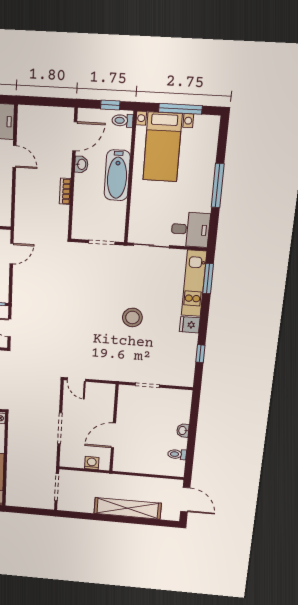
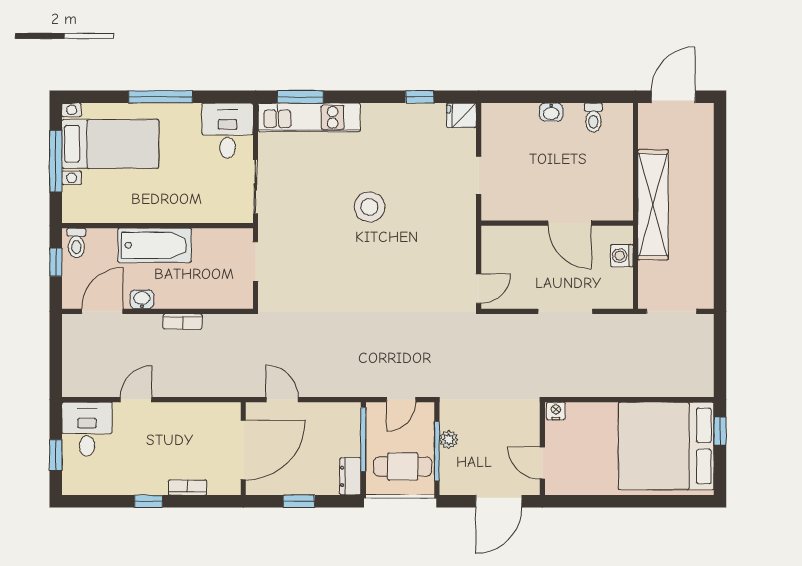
door: (75, 136) -> (102, 311), hinge flipped
bed with nightstands: (162, 147) -> (110, 144), moved
fridge: (190, 325) -> (461, 115), moved, turned 90
shelving: (128, 508) -> (653, 205), moved

